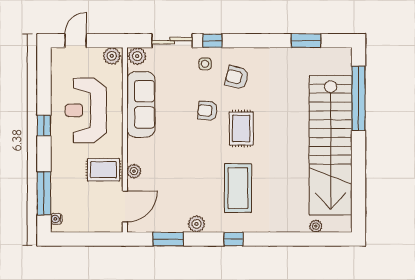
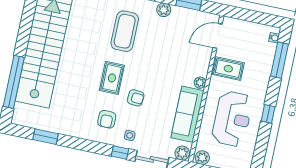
armchair: (237, 77) -> (107, 119), turned 76
plant: (134, 171) -> (200, 83), moved

